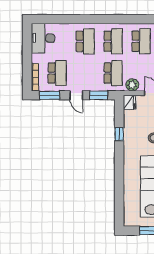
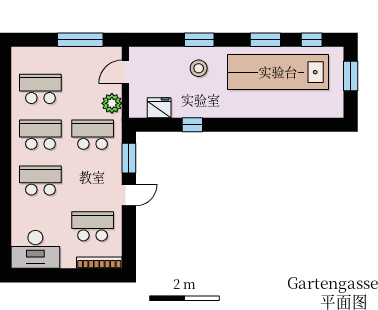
window: (50, 95) -> (129, 239), removed
fridge: (130, 102) -> (159, 108), moved

